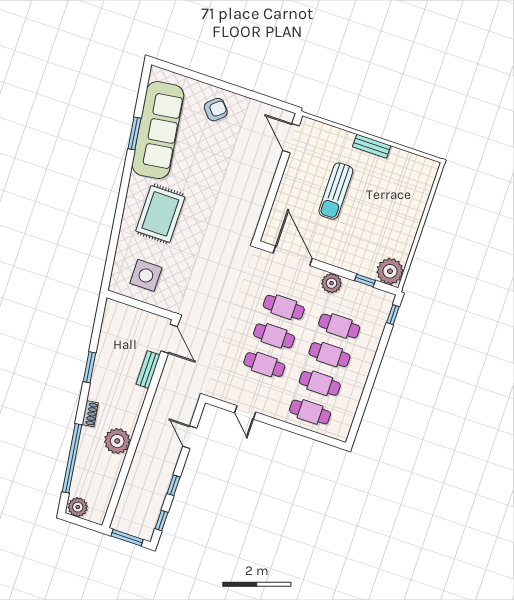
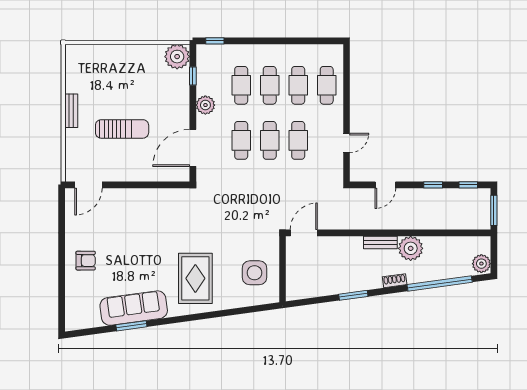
armchair: (216, 110) -> (86, 261), turned 131
sofa: (158, 130) -> (134, 308), width x0.74, depth x0.79
rug: (160, 214) -> (195, 278), turned 90
bench: (148, 370) -> (380, 243), moved

